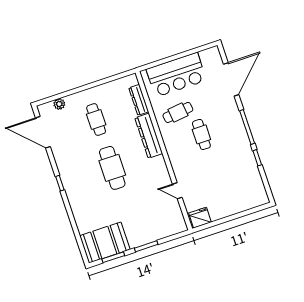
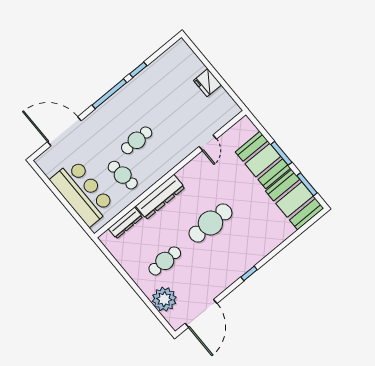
plant: (59, 104) -> (164, 299), width x1.88, depth x1.88
fridge: (200, 218) -> (207, 83), moved
booth: (146, 229) -> (263, 160), added

